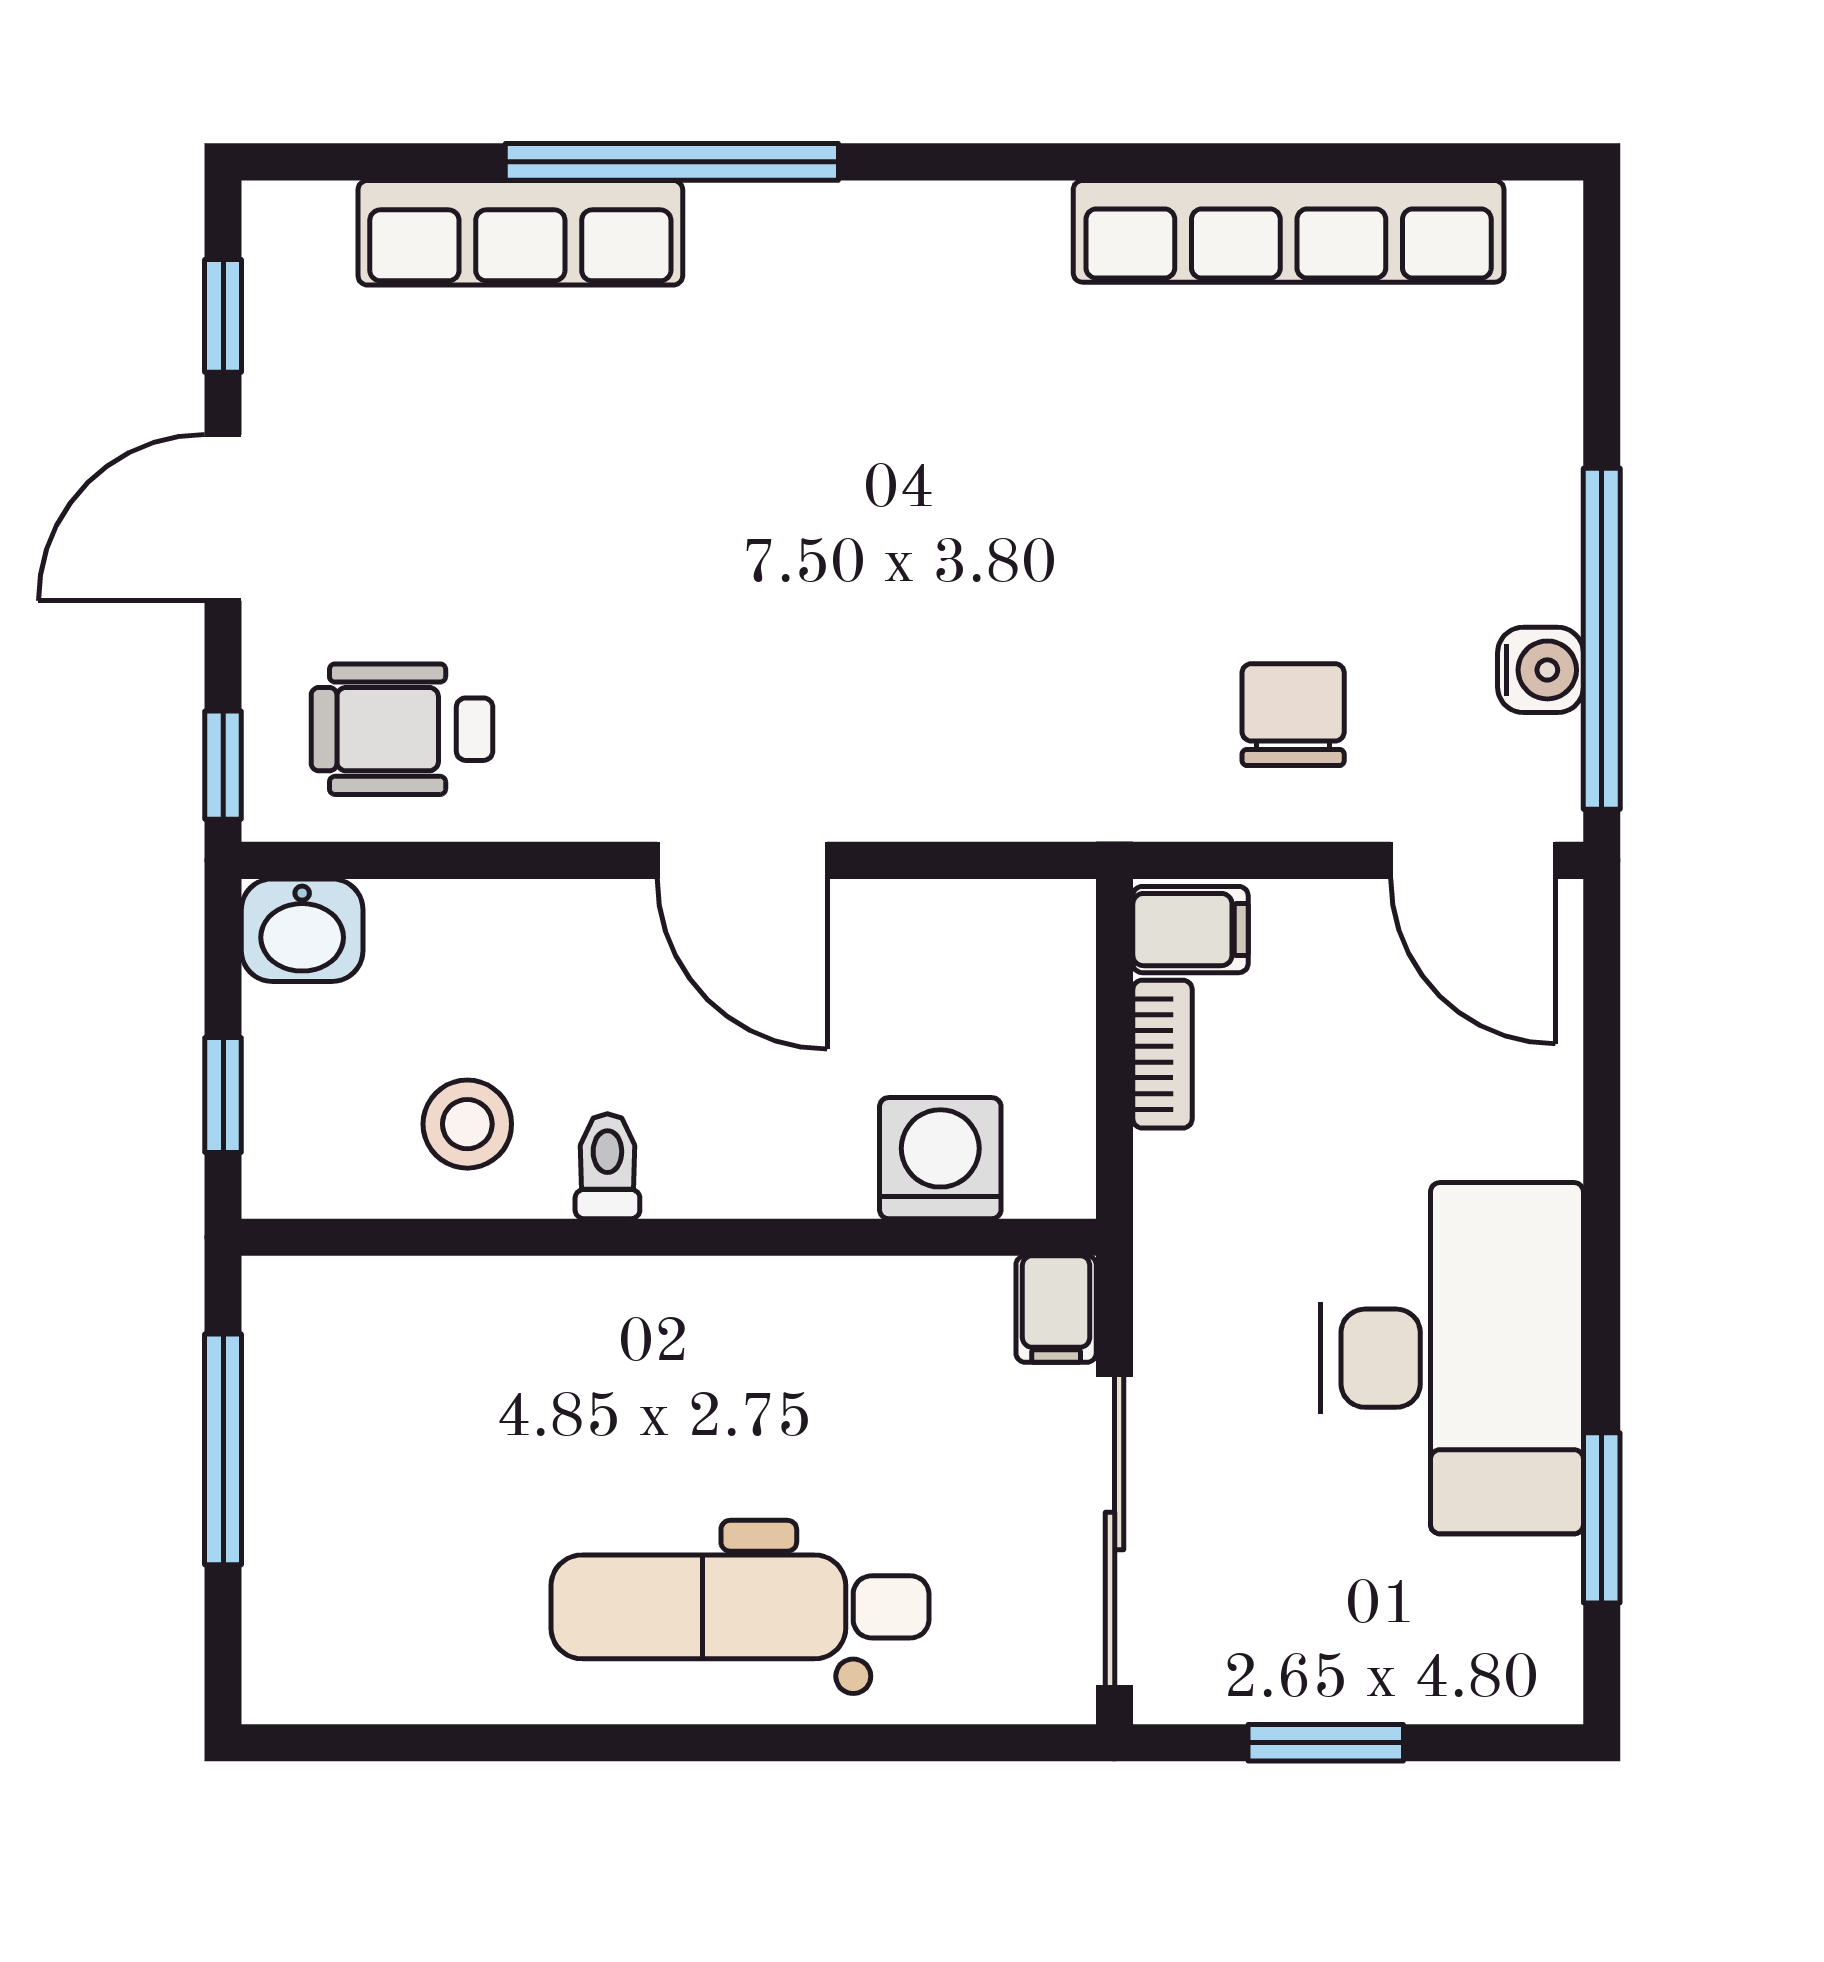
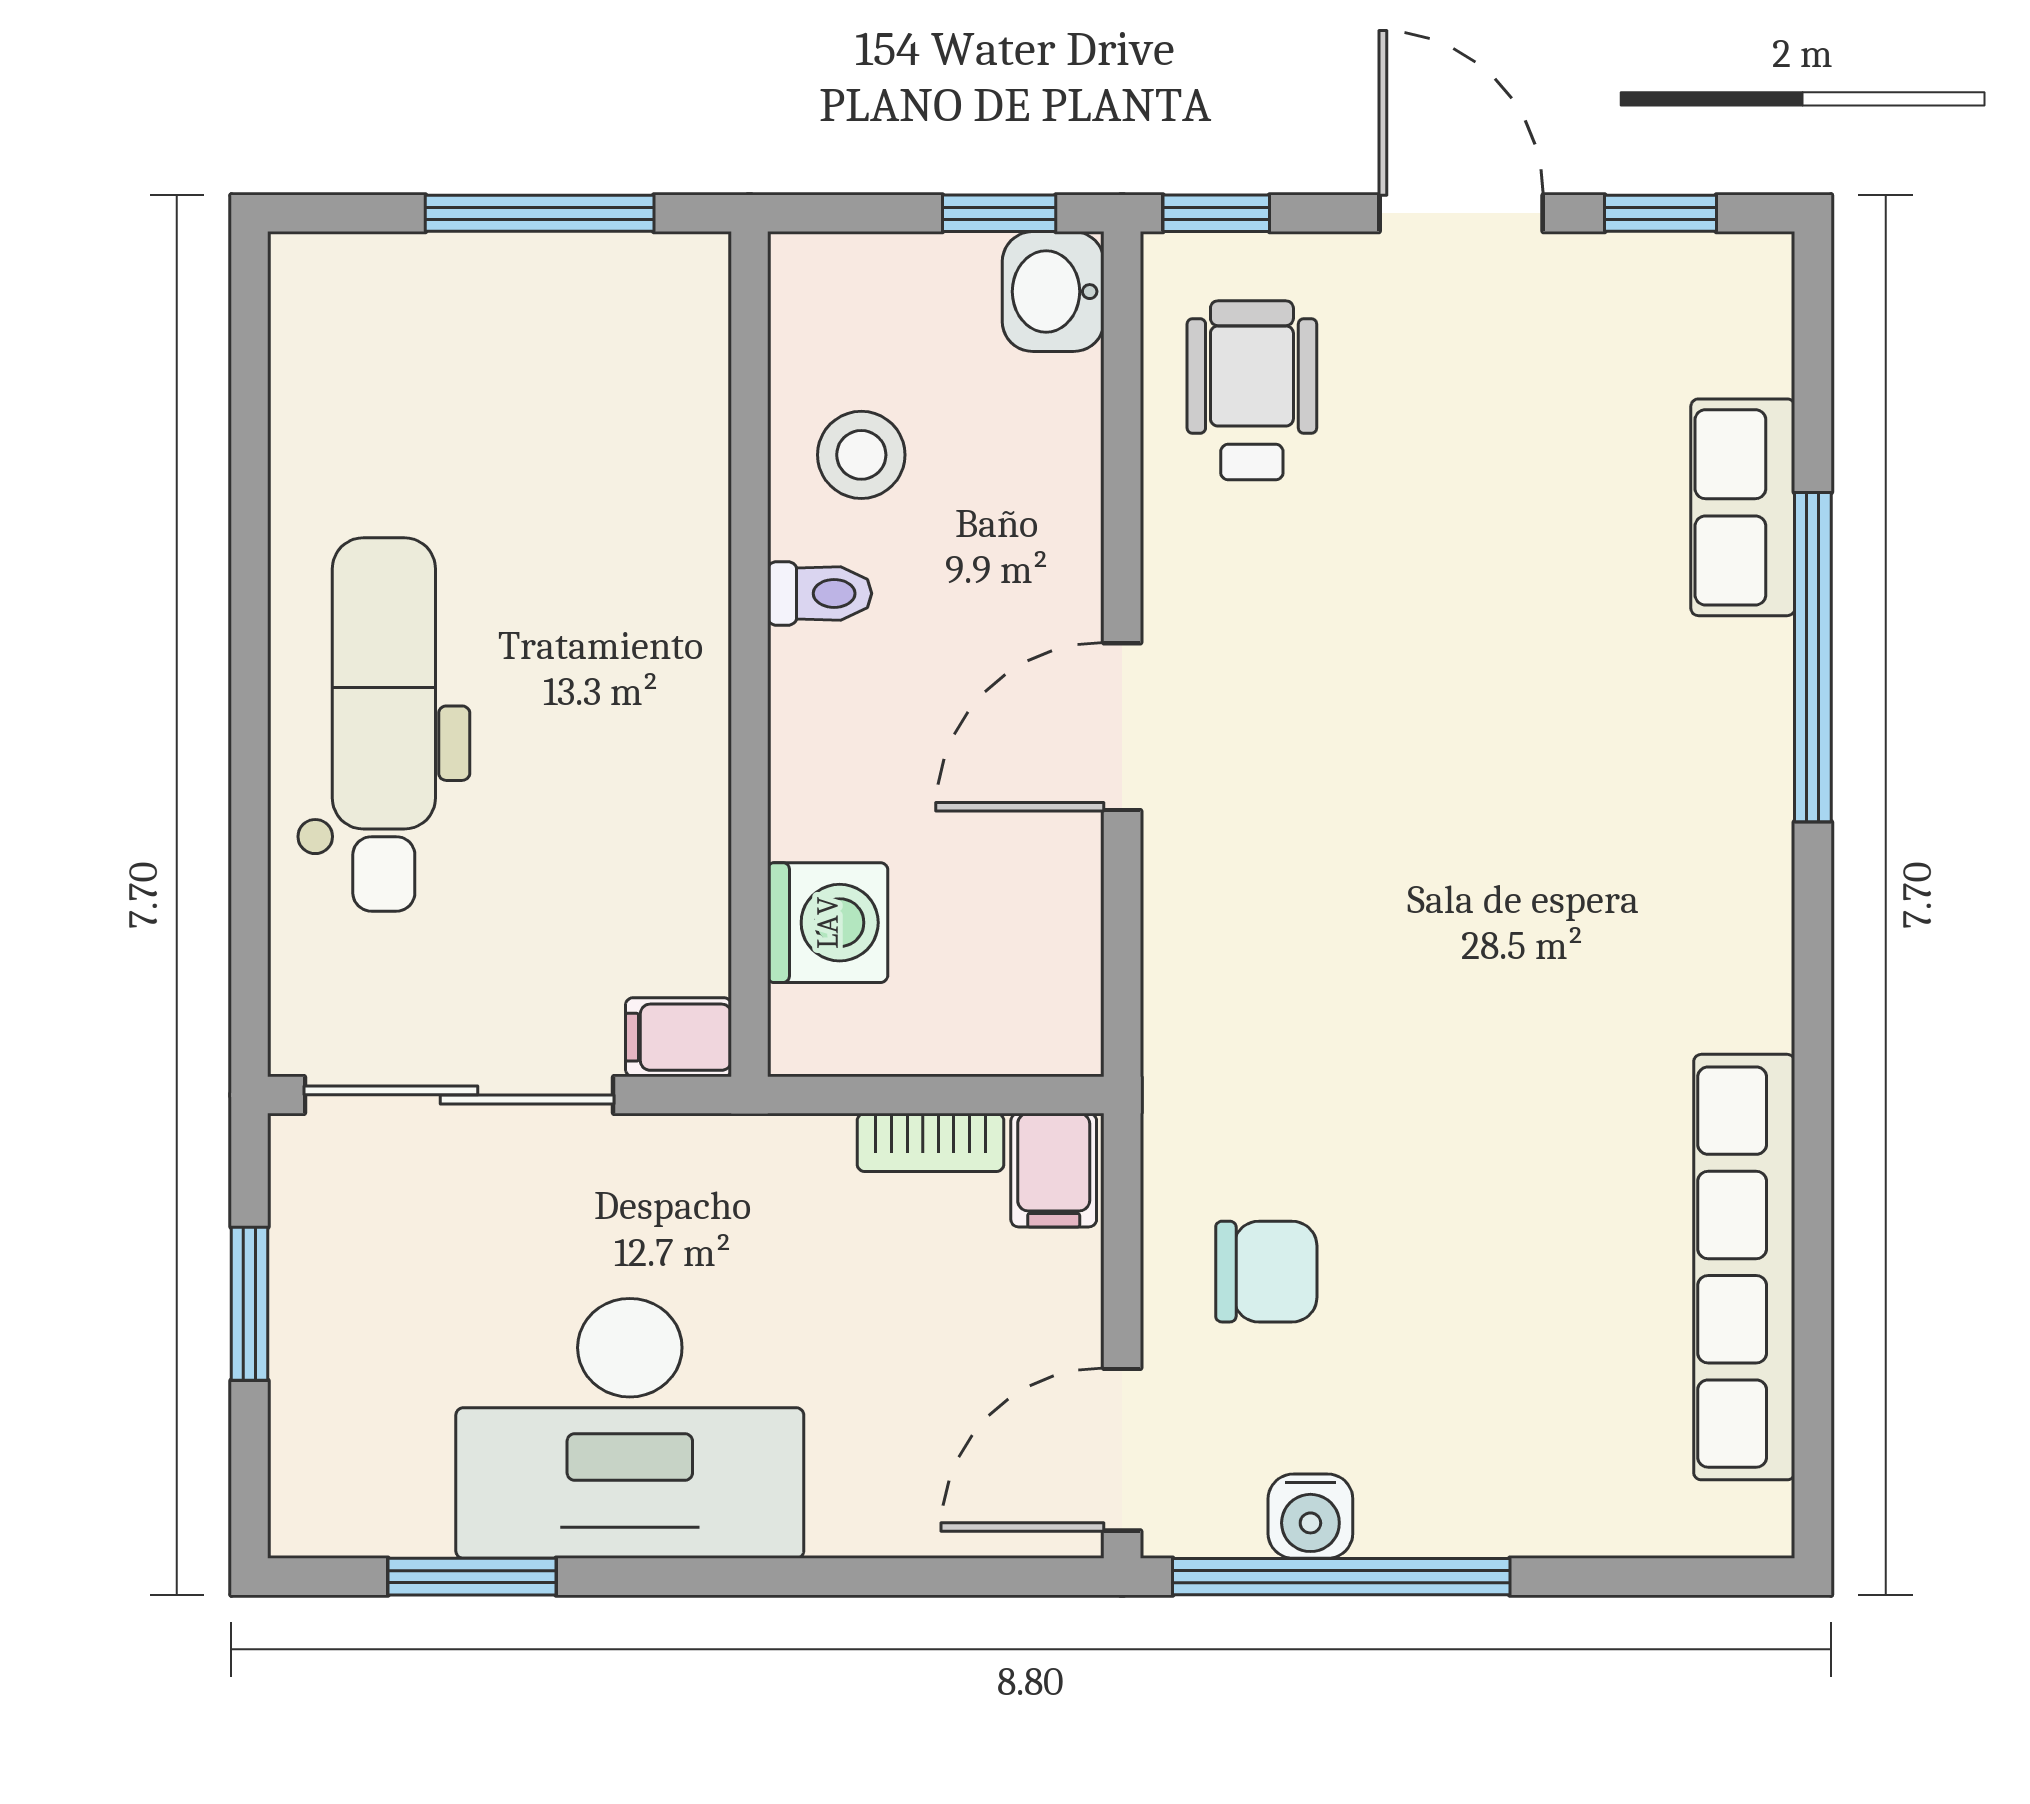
row of seats: (520, 233) -> (1743, 507), width x0.68
window: (223, 1095) -> (999, 213), moved

